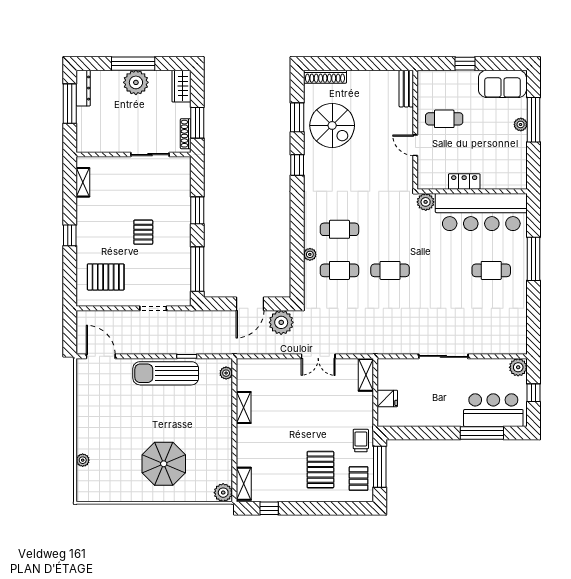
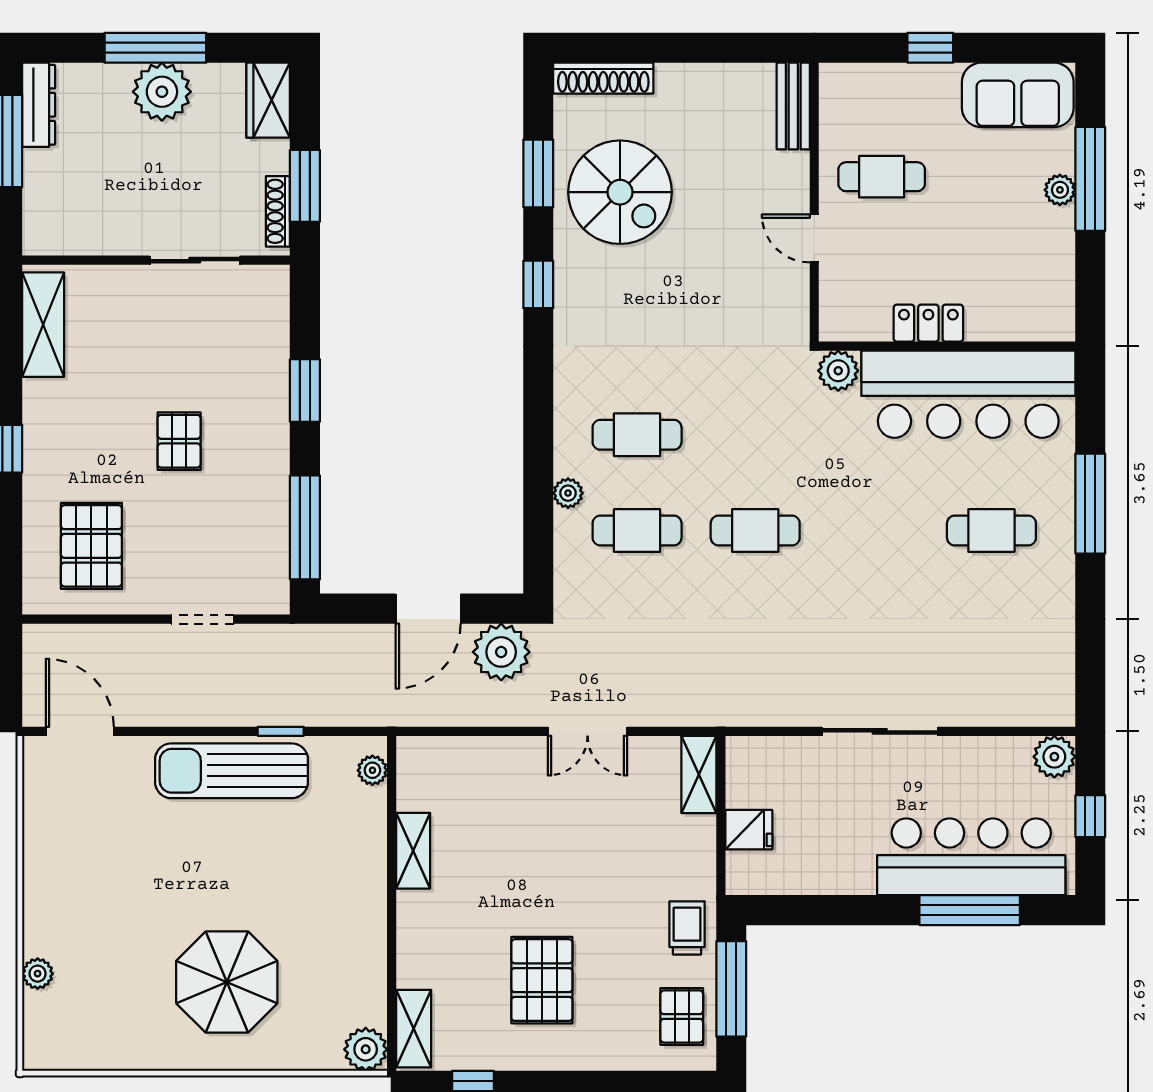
shelving: (83, 182) -> (43, 325), width x1.50, depth x1.33
pallet: (106, 277) -> (91, 546), turned 90
bar counter: (493, 410) -> (971, 857), width x1.36
pallet: (320, 470) -> (542, 980), moved

